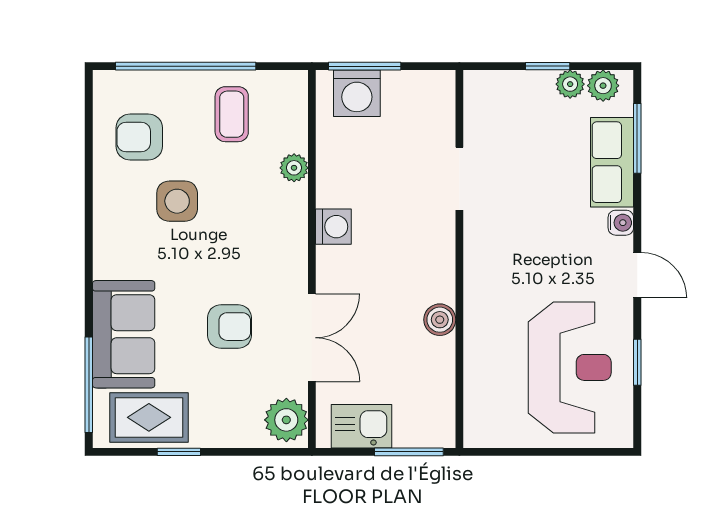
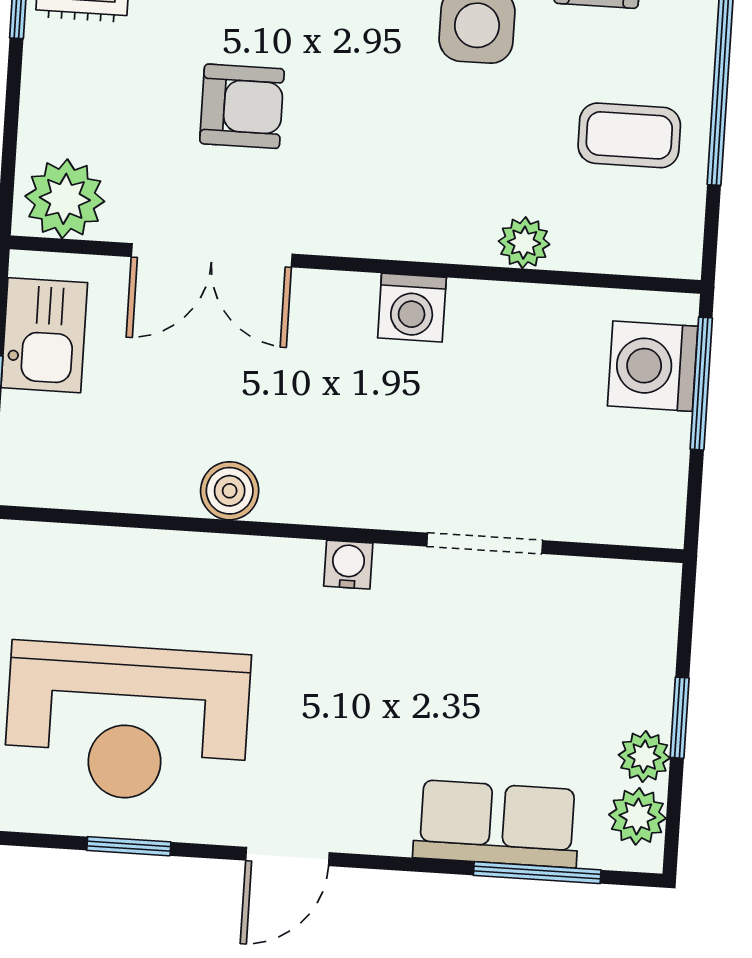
water cooler: (621, 223) -> (348, 565), moved, turned 180
armchair: (230, 327) -> (242, 106), turned -90

